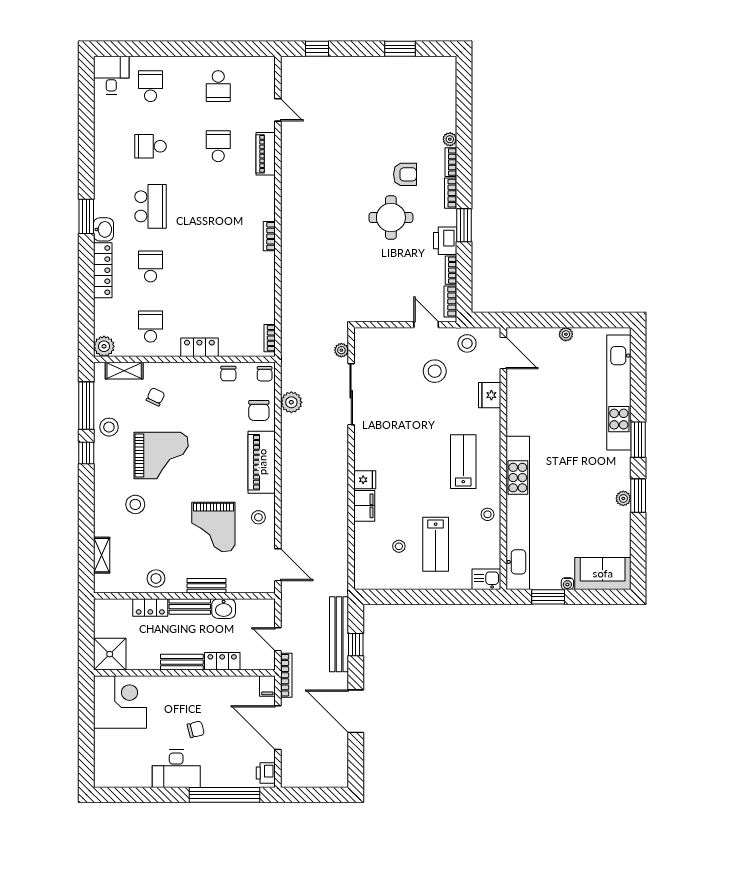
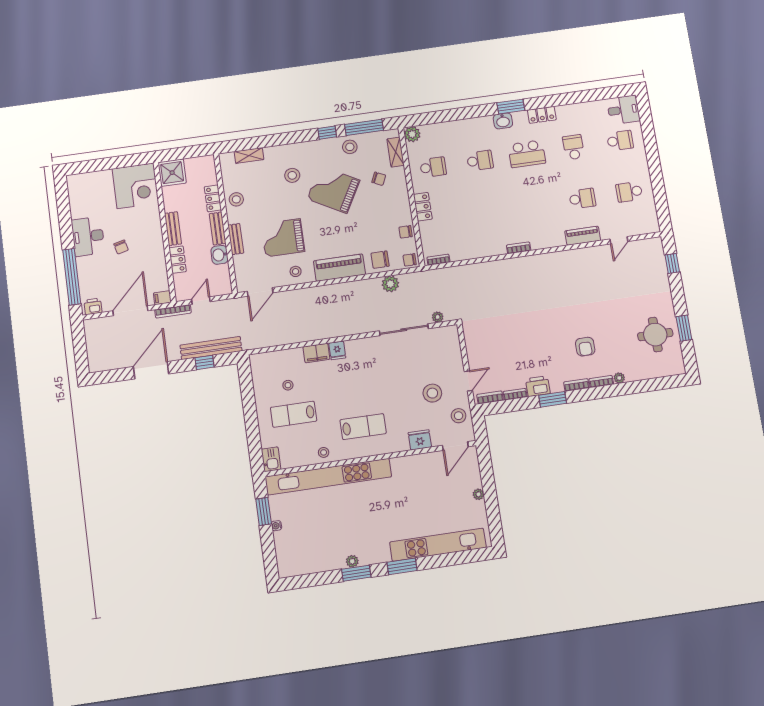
round table: (391, 218) -> (655, 335), moved
locker: (103, 270) -> (542, 115), moved, width x0.66
grand piano: (161, 456) -> (333, 190), turned 119
sofa: (603, 573) -> (289, 553), removed

